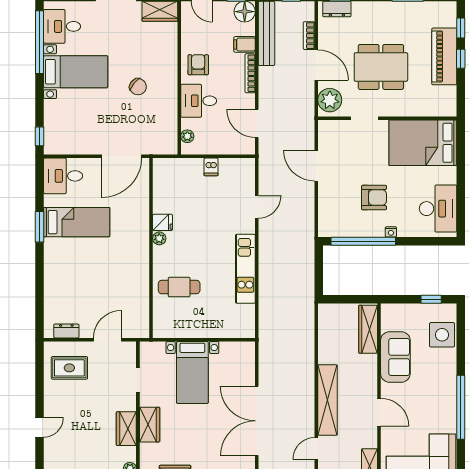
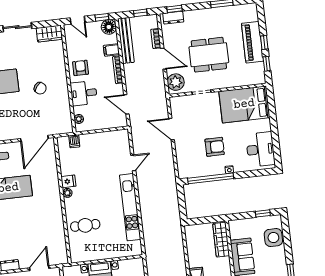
window: (461, 28) -> (267, 64), moved
dishwasher: (211, 167) -> (74, 141), moved
kitchen unit: (245, 269) -> (130, 207), width x1.36

